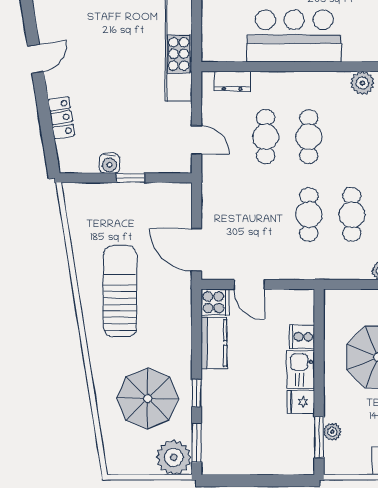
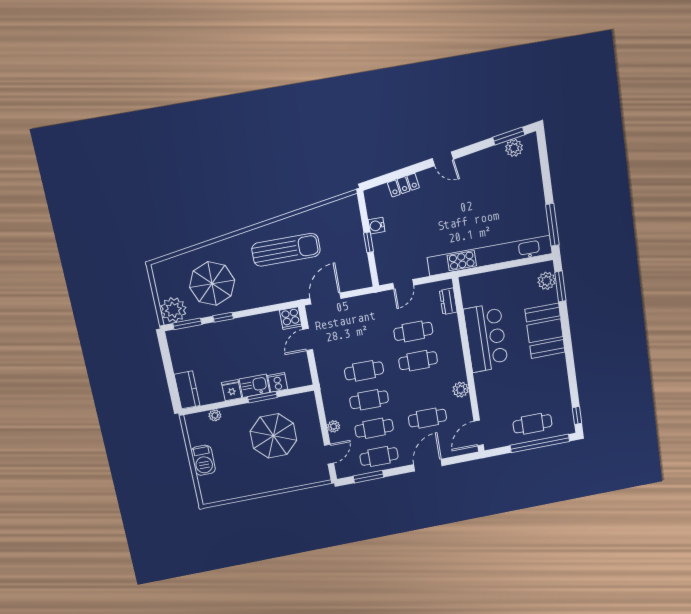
kitchen counter: (214, 343) -> (187, 390), moved, turned -90
window: (319, 437) -> (262, 397), moved

